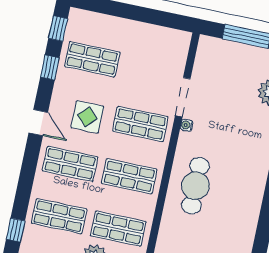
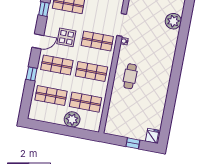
door: (38, 123) -> (38, 41), hinge flipped
cafe table: (195, 186) -> (130, 76), width x0.73, depth x0.74
window: (16, 230) -> (32, 74), moved

